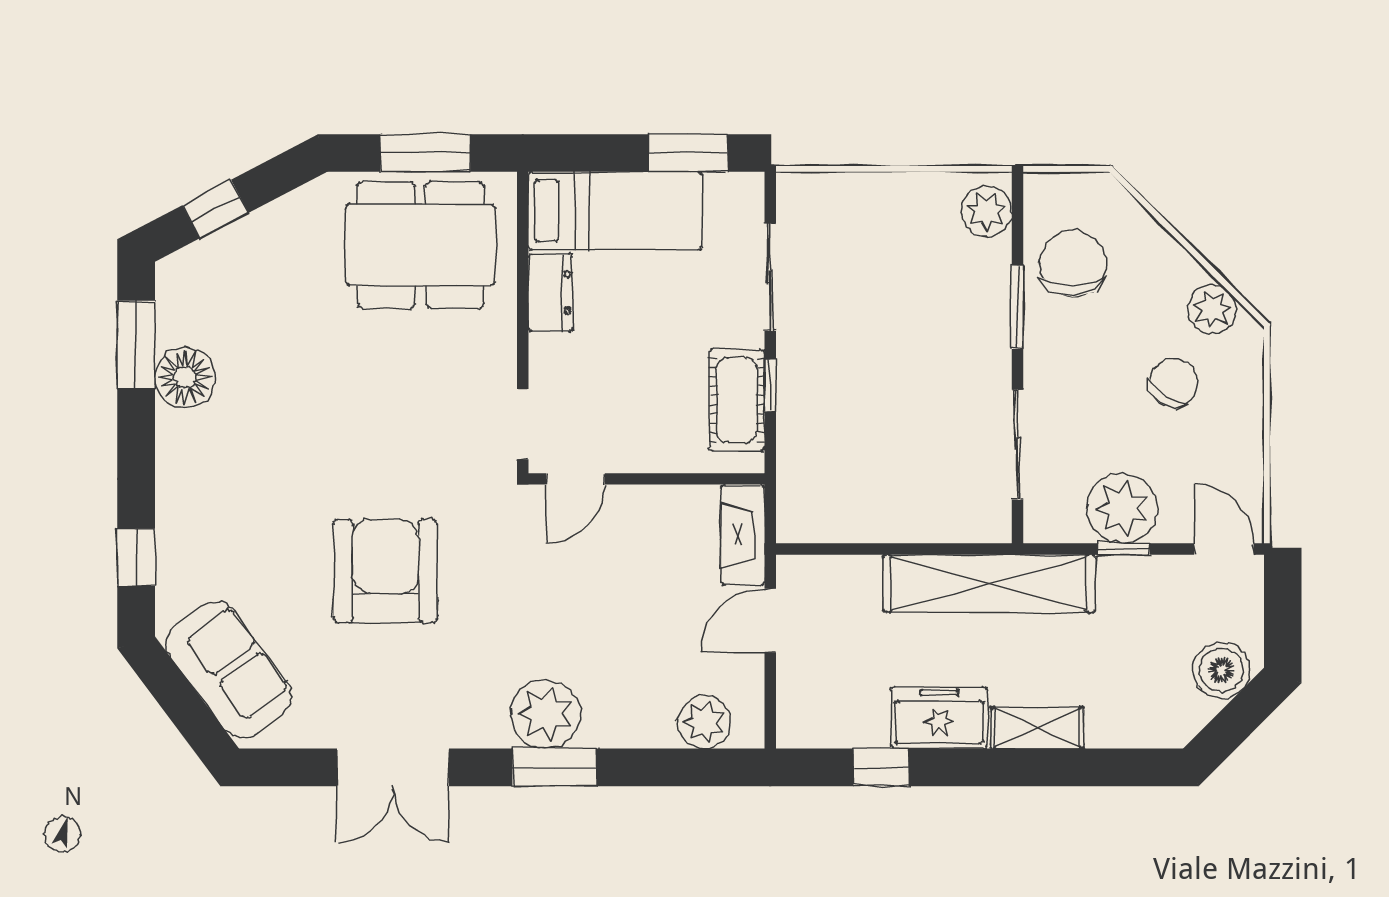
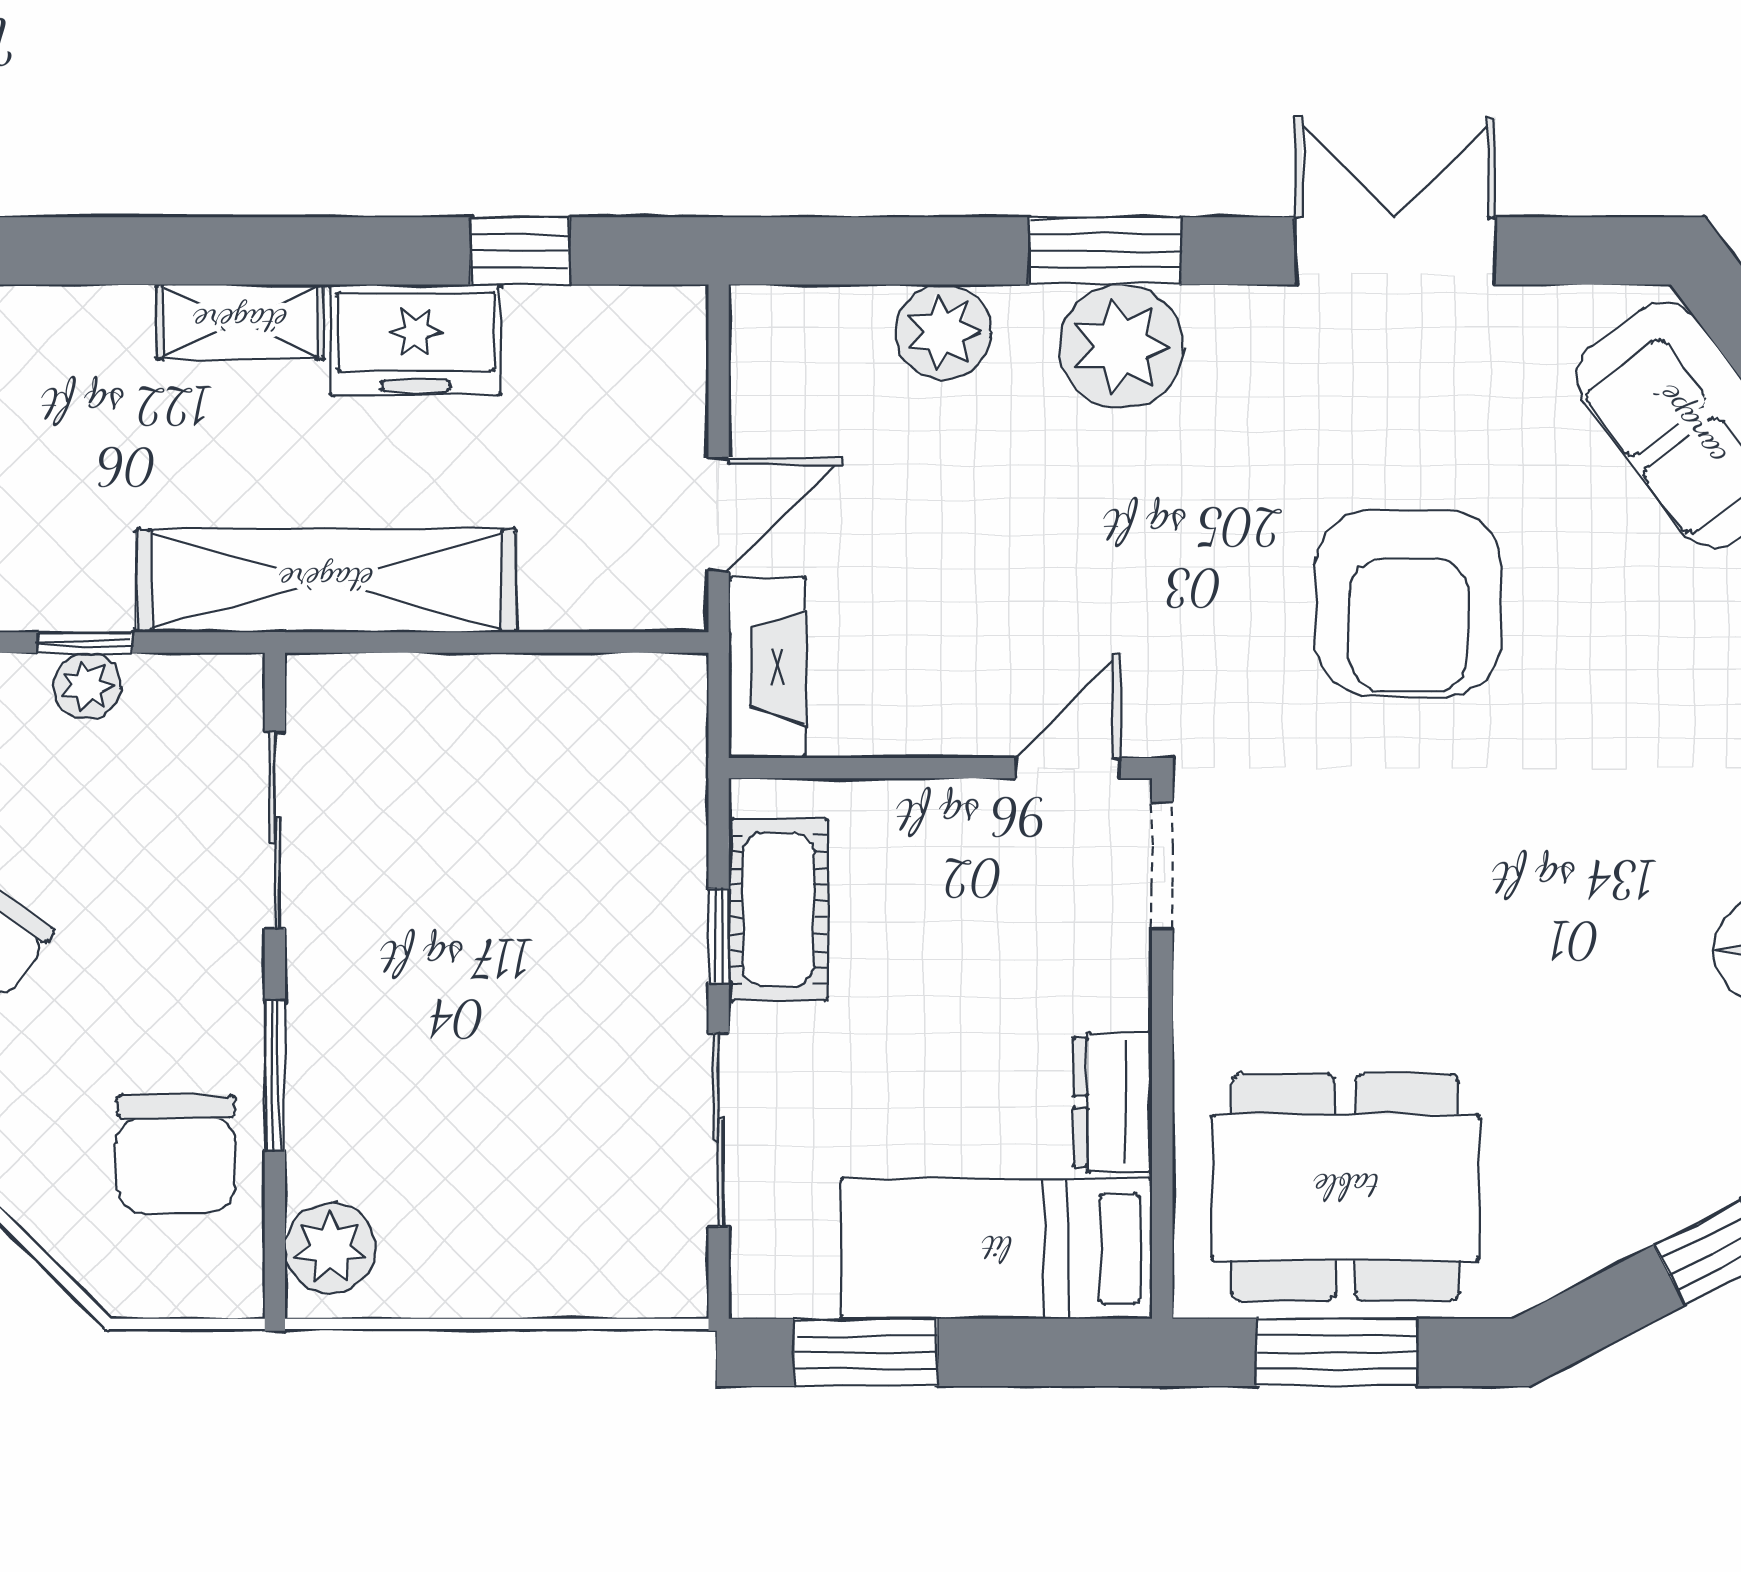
plant: (1122, 508) -> (87, 686), width x0.53, depth x0.53
plant: (704, 722) -> (944, 332), moved

